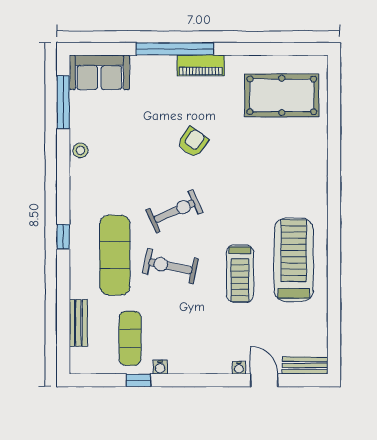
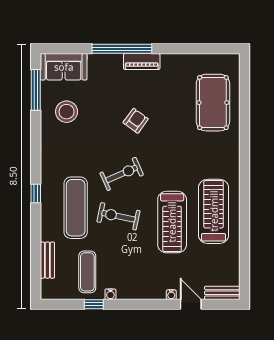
pool table: (282, 95) -> (213, 103), moved, turned 90
stool: (80, 150) -> (67, 112), moved, width x1.89, depth x1.89
treadmill: (240, 274) -> (172, 222), width x1.37, depth x1.37

